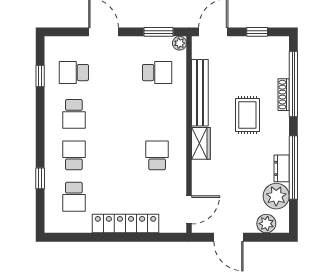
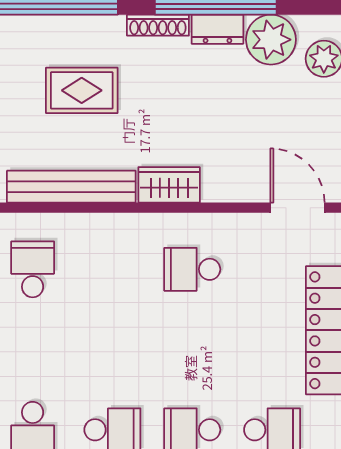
shoe rack: (284, 95) -> (158, 25), moved
rug: (247, 115) -> (82, 90), moved

